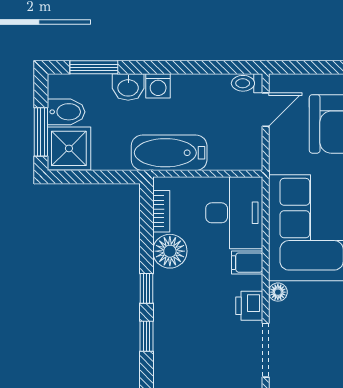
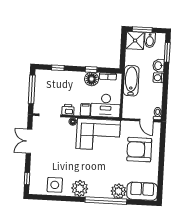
window: (146, 288) -> (91, 69), moved

